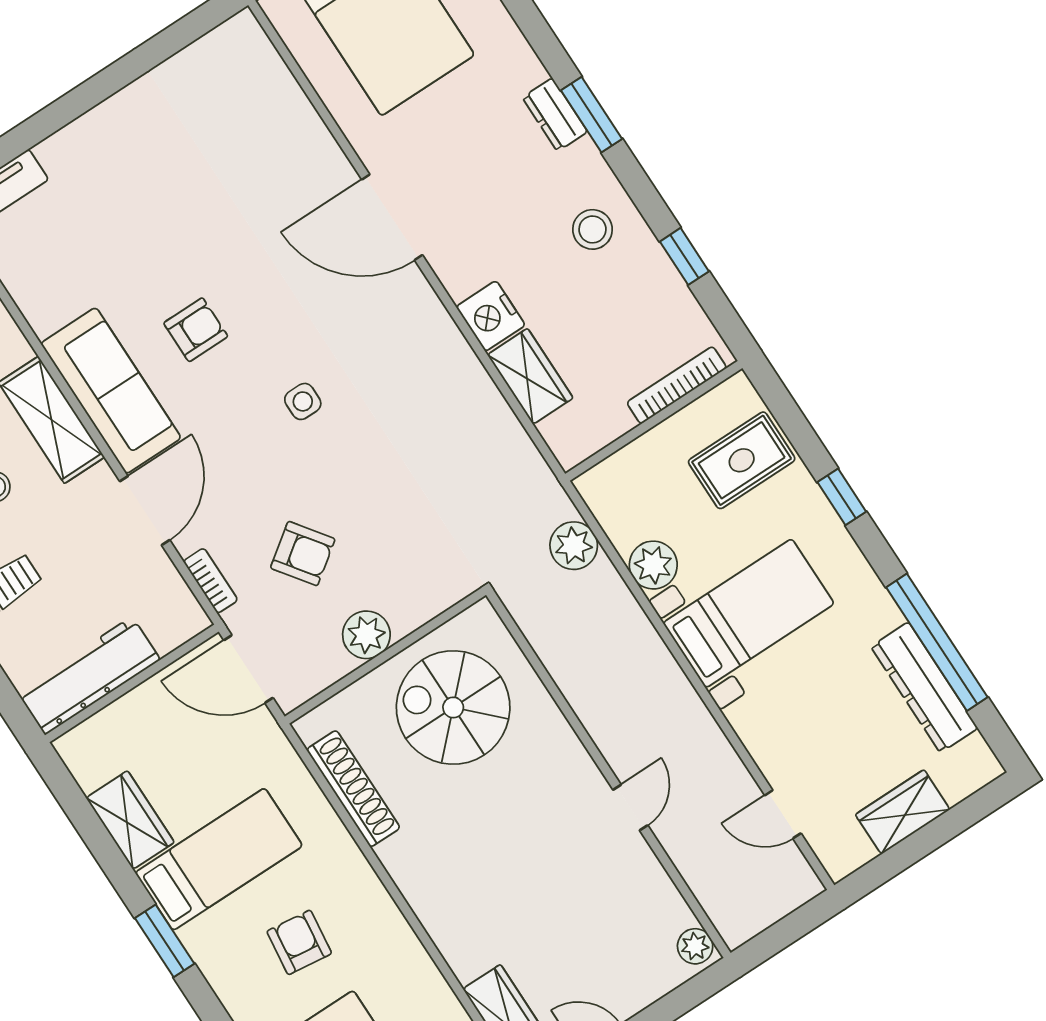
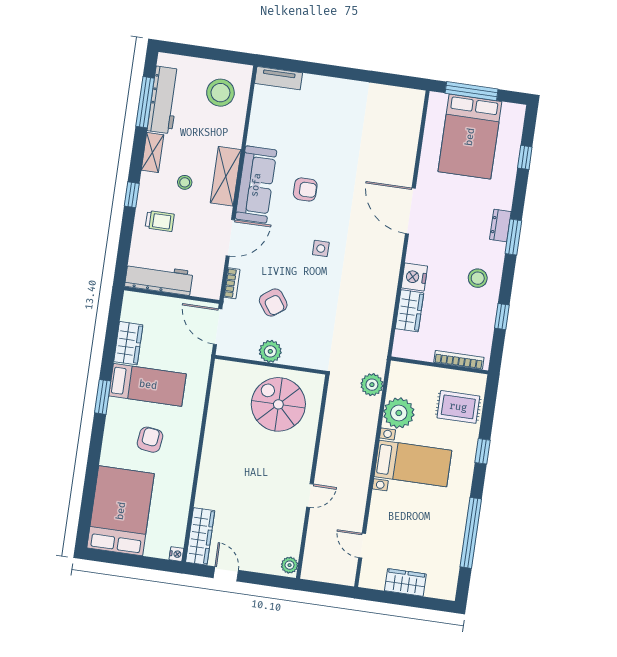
plant: (653, 565) -> (399, 413), width x1.36, depth x1.36
dresser: (924, 687) -> (452, 545), removed
shoe rack: (353, 789) -> (217, 402), removed

